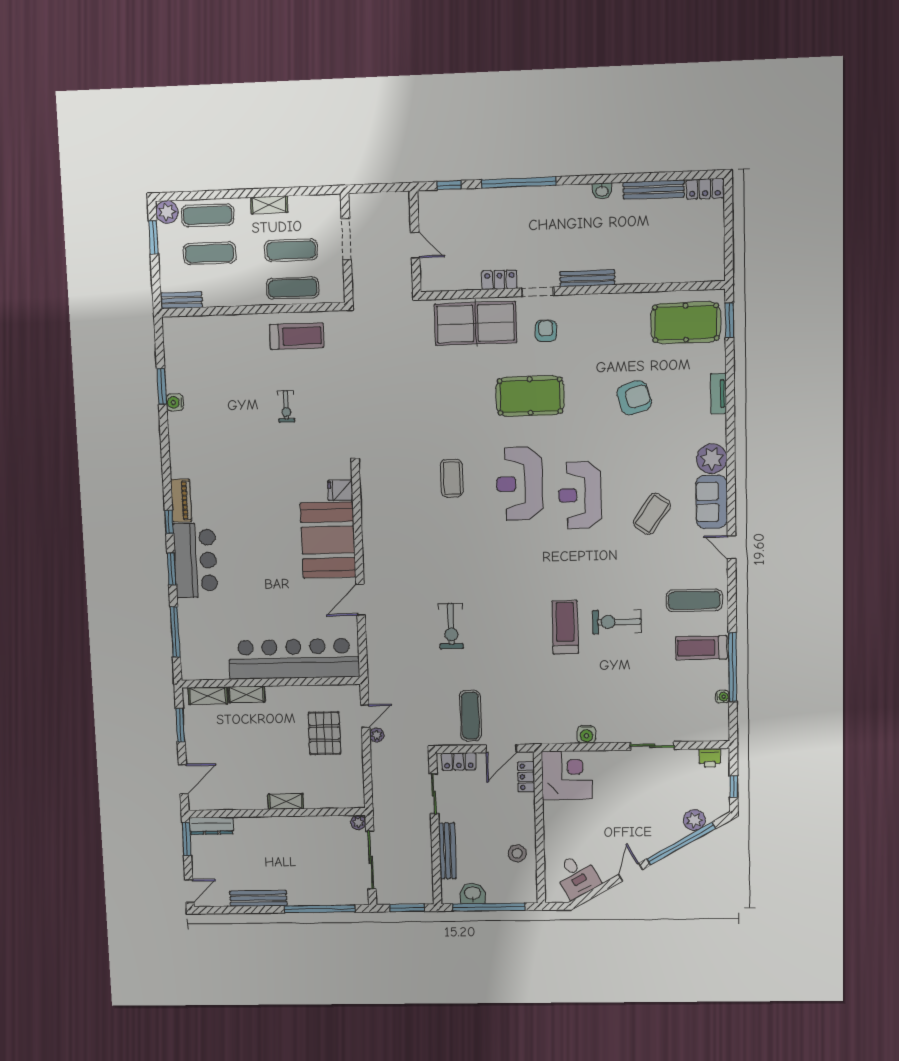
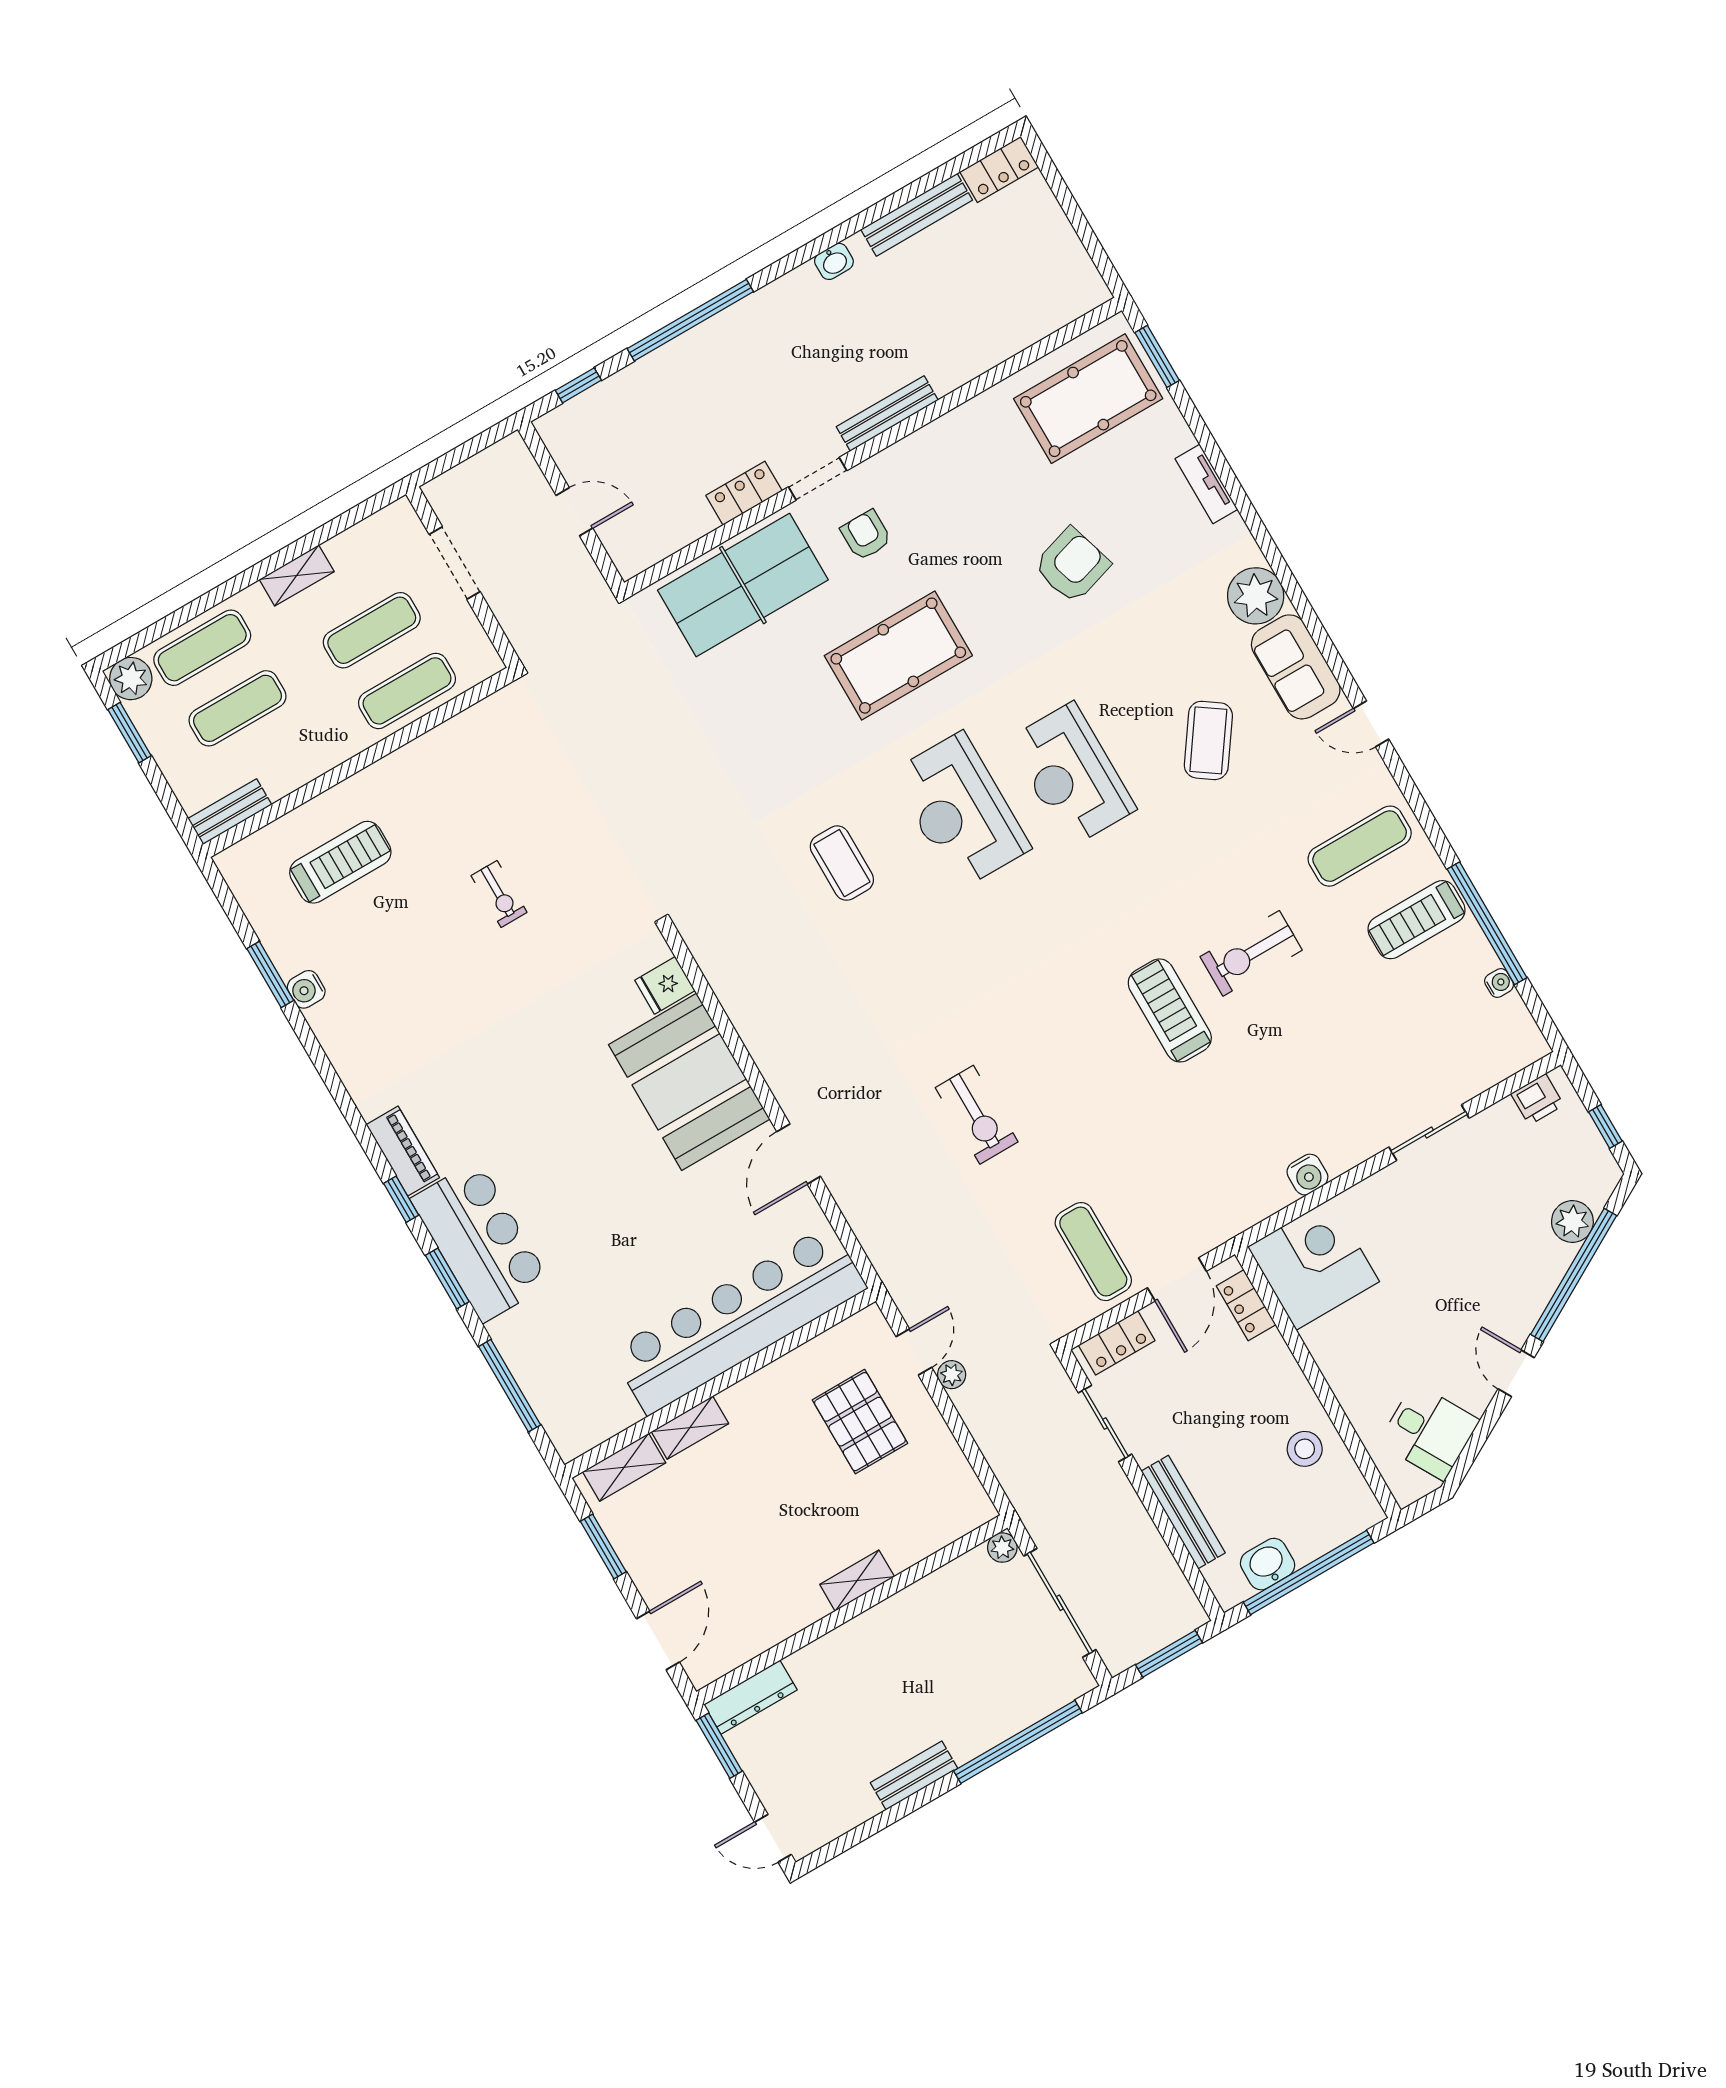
treadmill: (297, 336) -> (340, 862), moved
door: (189, 891) -> (773, 1838), swing flipped
bench: (258, 898) -> (914, 1776), width x0.73

